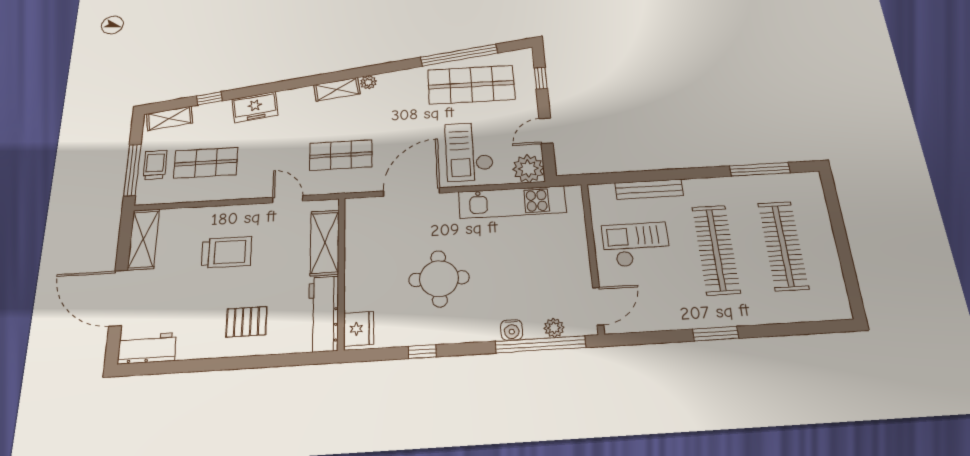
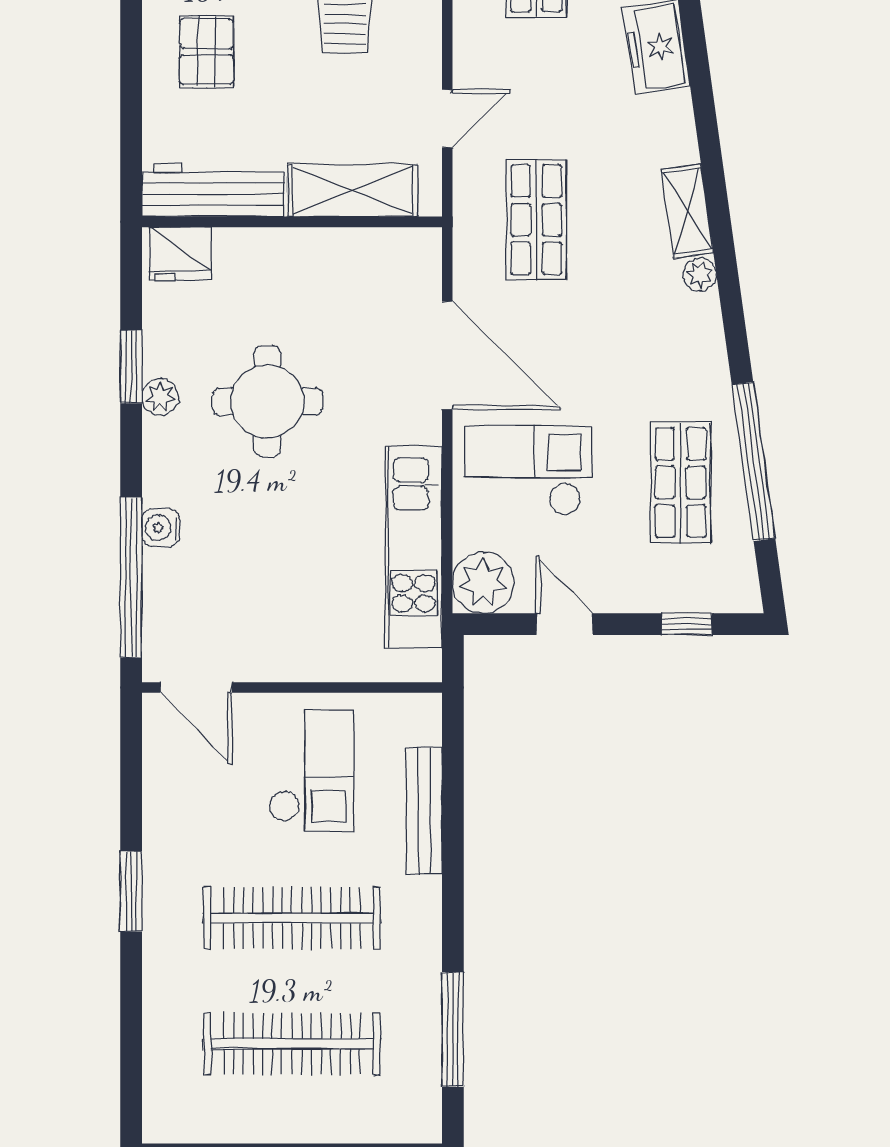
shop shelf: (471, 85) -> (681, 482), width x0.70, depth x0.74
plant: (554, 328) -> (160, 397), moved
window: (422, 352) -> (131, 367), width x1.50

